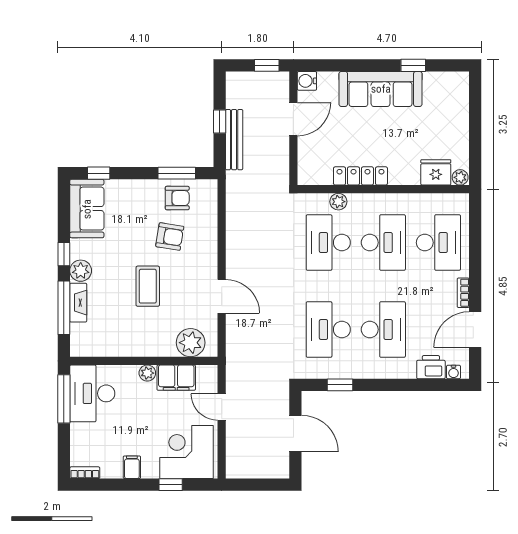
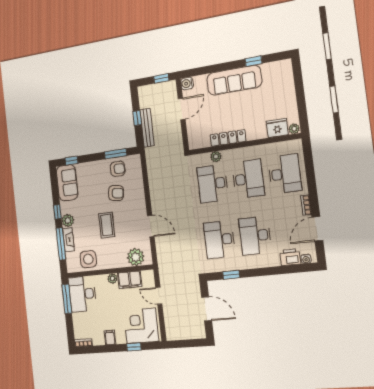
desk: (383, 329) -> (255, 236), turned 180
side table: (109, 338) -> (88, 259), added

